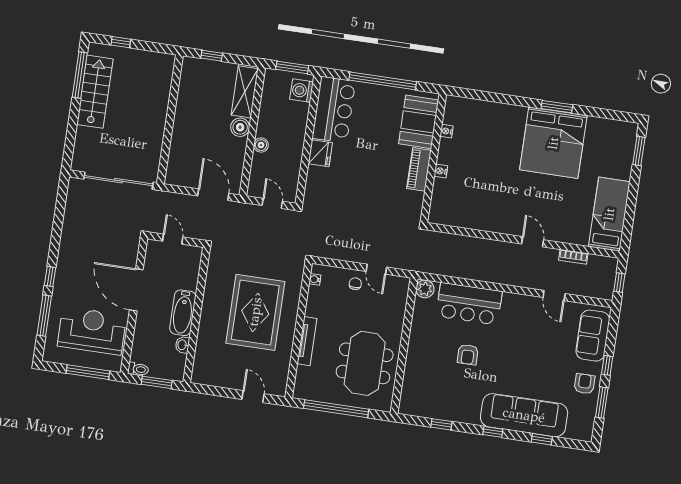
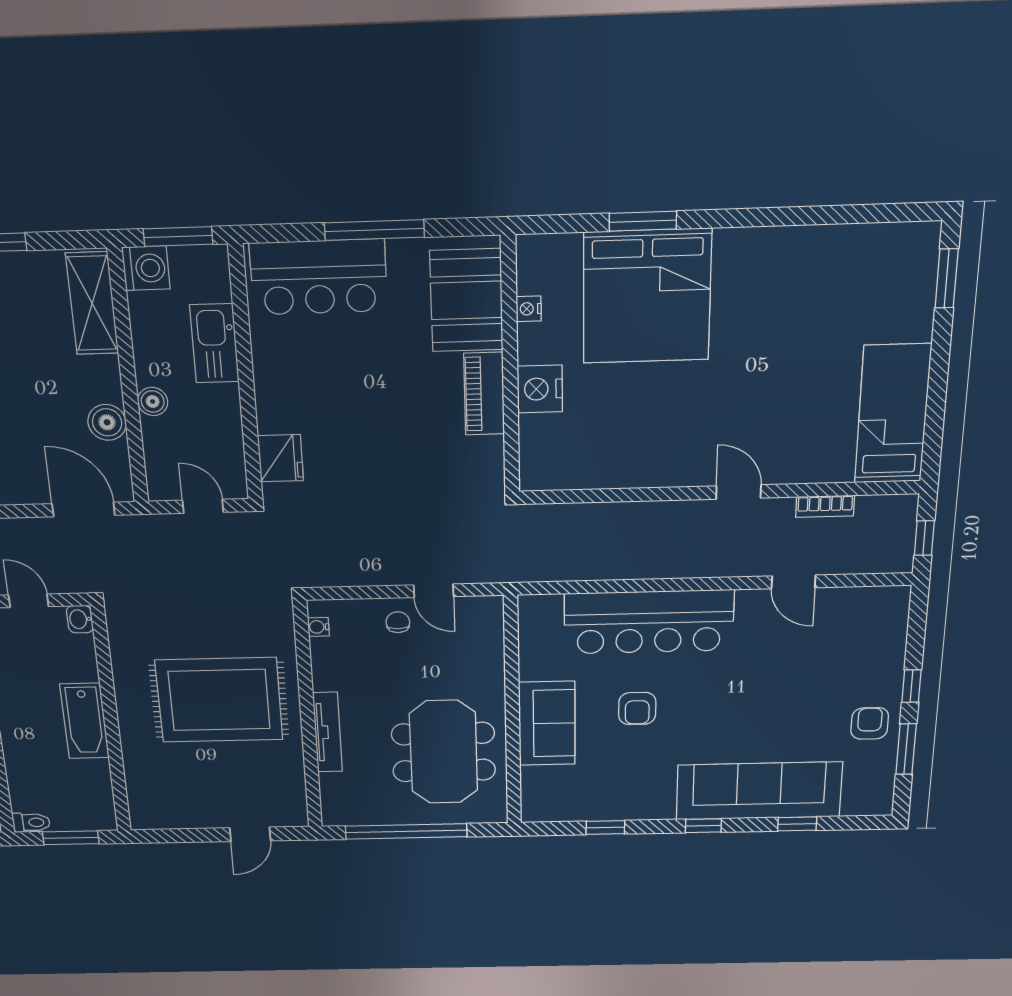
window: (383, 81) -> (374, 230), width x0.68
washing machine: (302, 90) -> (146, 268), moved, turned 180
window: (557, 107) -> (643, 221), moved
bar counter: (334, 110) -> (319, 277), moved, turned 90
kitchen sink: (297, 122) -> (215, 343), added
boiler: (240, 127) -> (107, 422), moved
bed: (553, 143) -> (647, 296), moved
fridge: (320, 153) -> (280, 458), moved
nightstand: (441, 171) -> (540, 389), width x1.89, depth x1.79
plant: (425, 289) -> (535, 610), removed
bar counter: (469, 304) -> (649, 622), width x1.36
rug: (255, 312) -> (219, 700), turned 90
sofa: (593, 336) -> (547, 723), moved, turned 180
washbasin: (182, 345) -> (80, 619), moved
door: (253, 397) -> (250, 834), swing flipped

